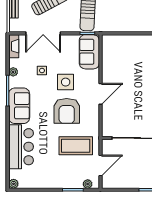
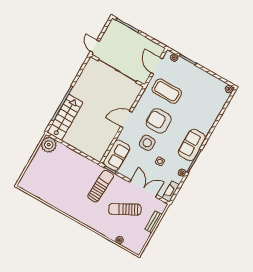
armchair: (67, 111) -> (159, 121), turned -90
bar counter: (21, 147) -> (208, 114), removed
door: (100, 165) -> (157, 66), hinge flipped

